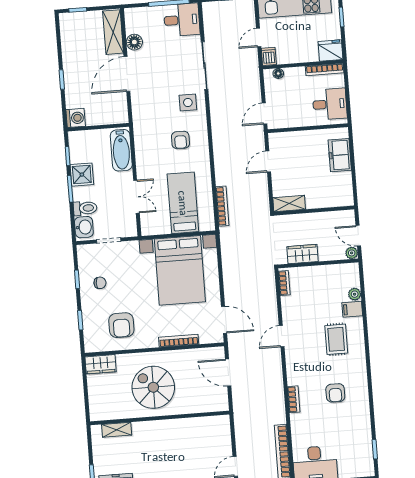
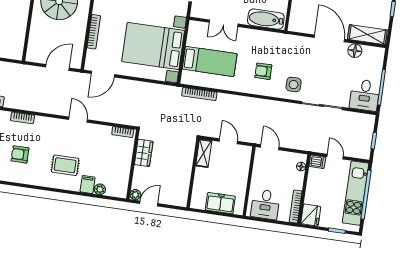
shelving: (289, 204) -> (204, 153), moved
wall: (314, 211) -> (193, 173), moved

